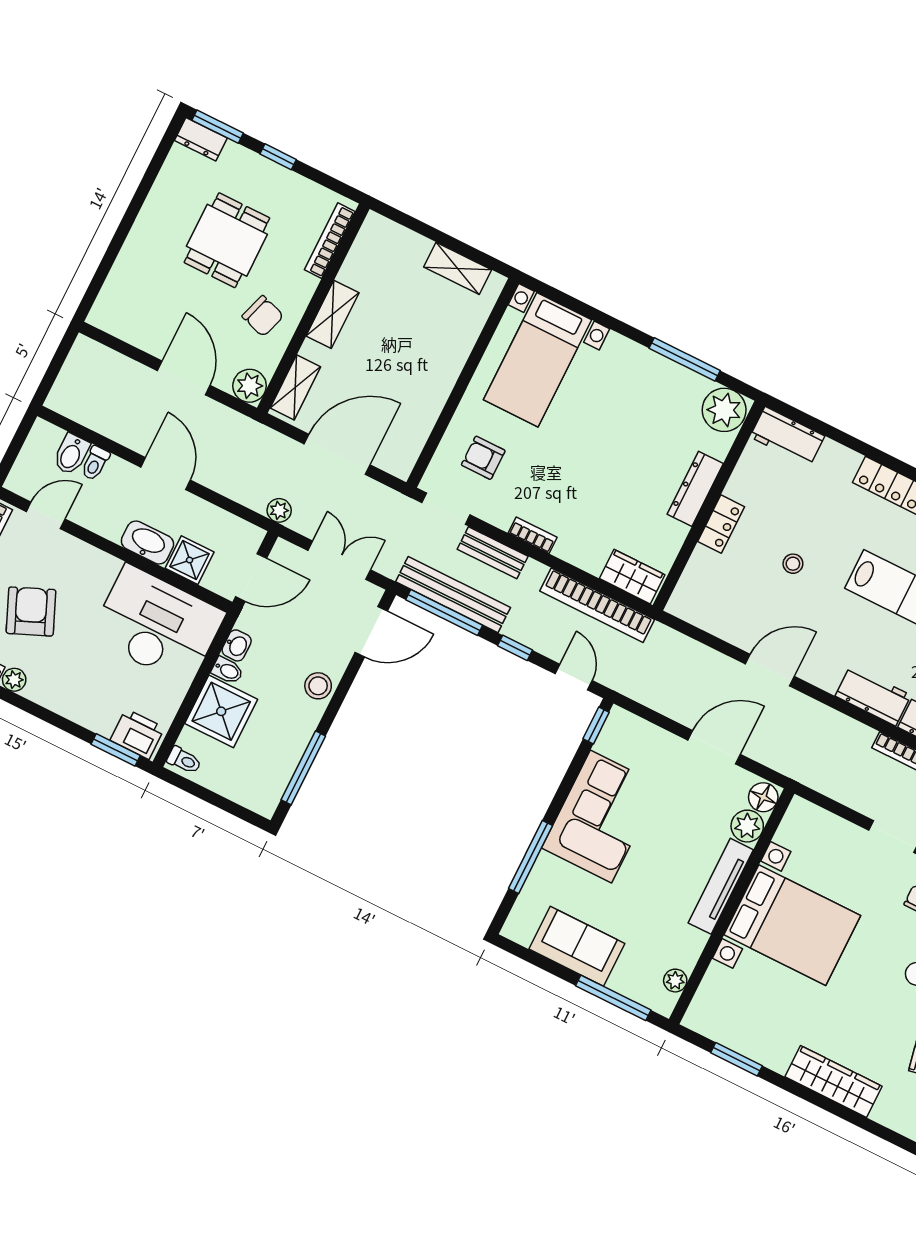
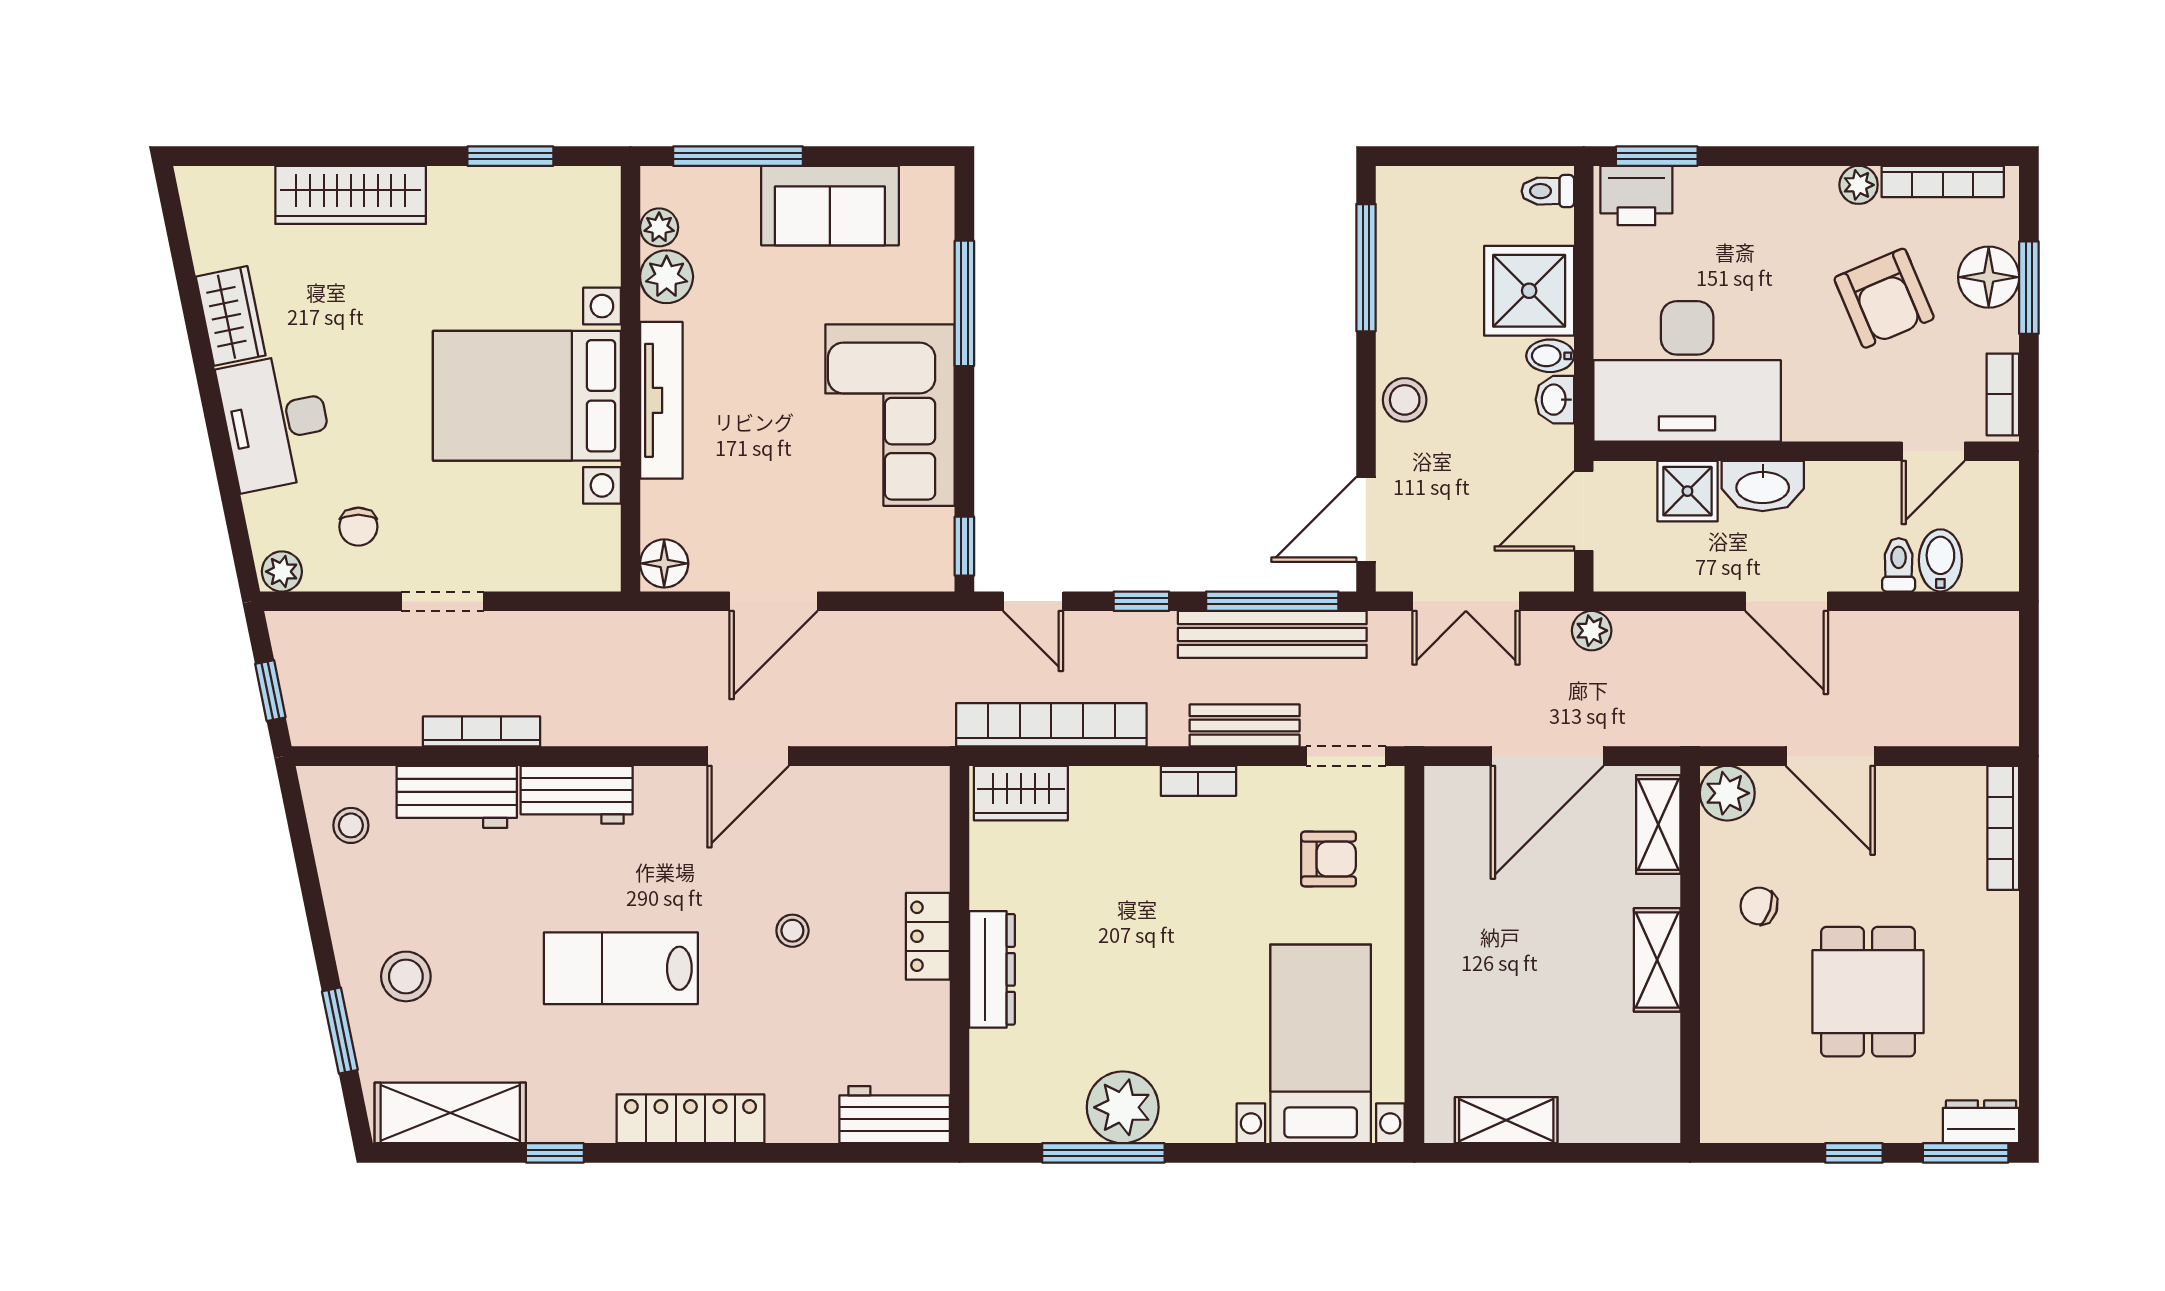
bookcase: (330, 241) -> (2003, 828), moved, turned 180
chair: (263, 316) -> (1759, 906), width x0.73, depth x0.73
plant: (724, 410) -> (1123, 1107), moved
plant: (747, 826) -> (667, 277), moved

